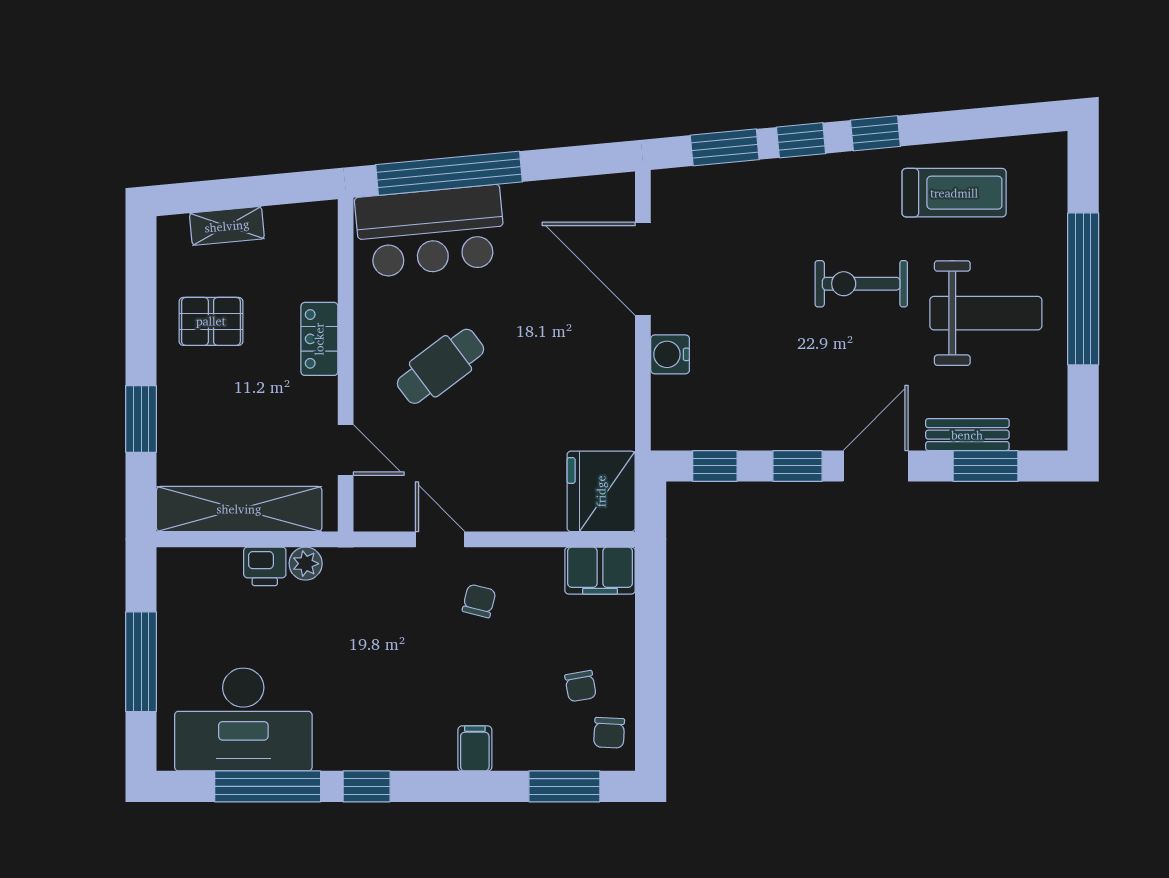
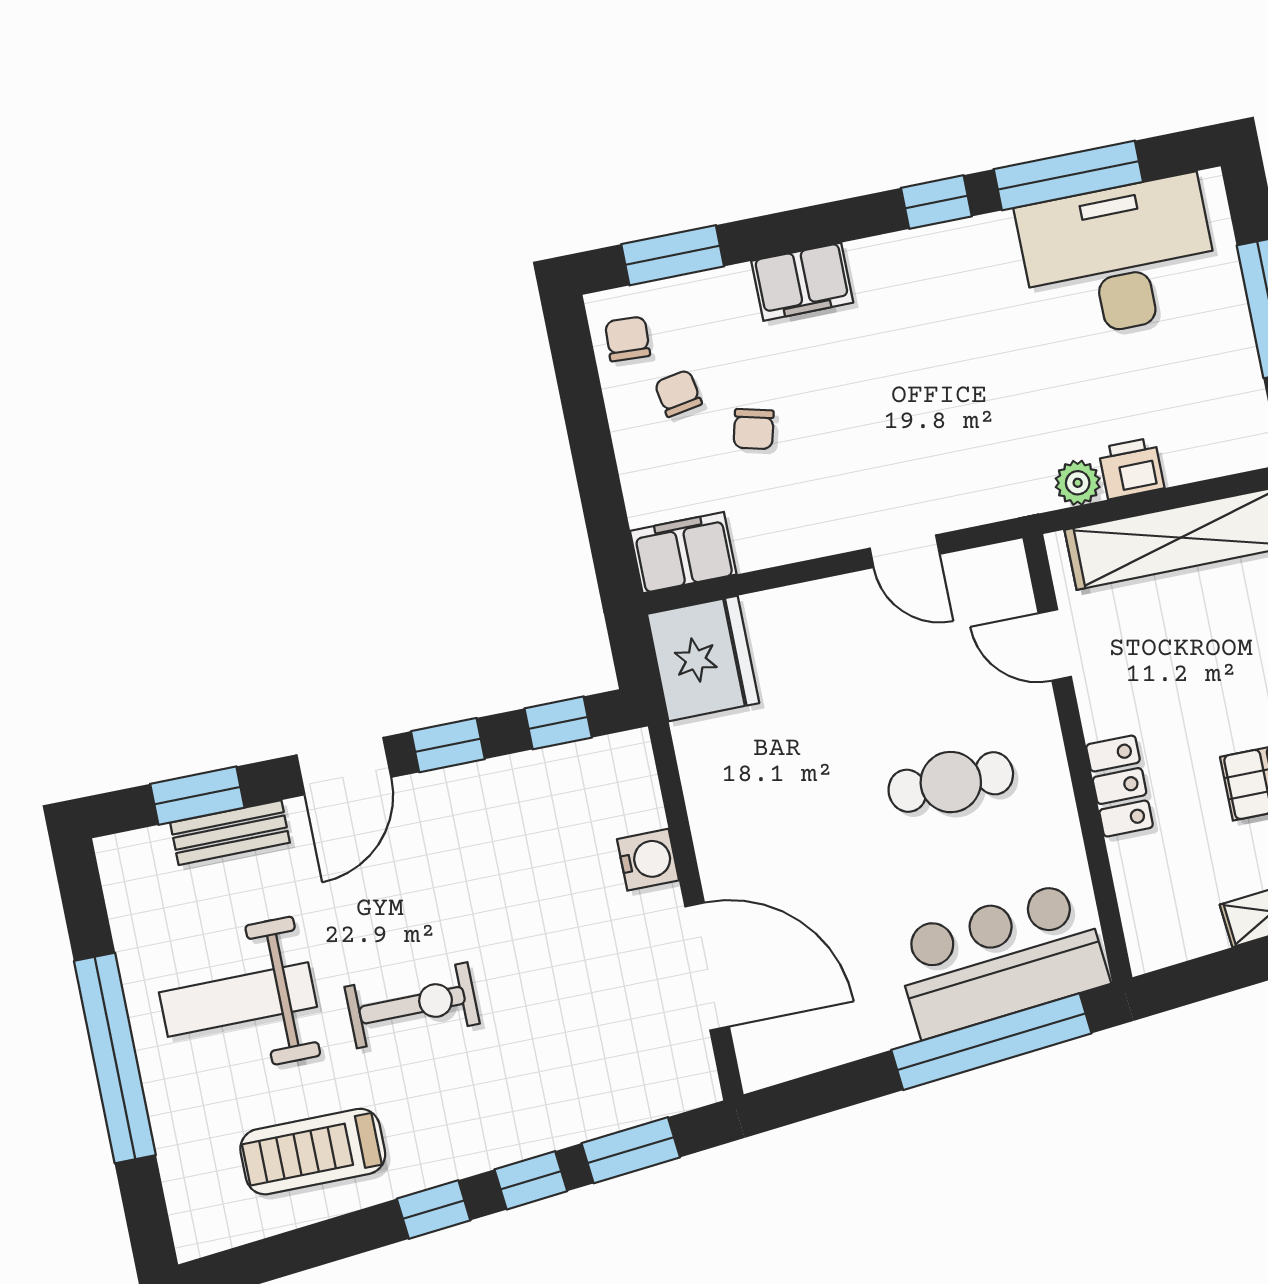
cafe table: (441, 366) -> (951, 782), turned 37
chair: (479, 601) -> (754, 429), moved
filing cabinet: (475, 748) -> (802, 282), width x2.00

